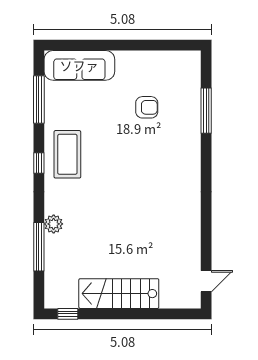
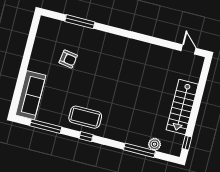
armchair: (147, 107) -> (68, 59), turned 99
plant: (54, 224) -> (155, 144), moved

